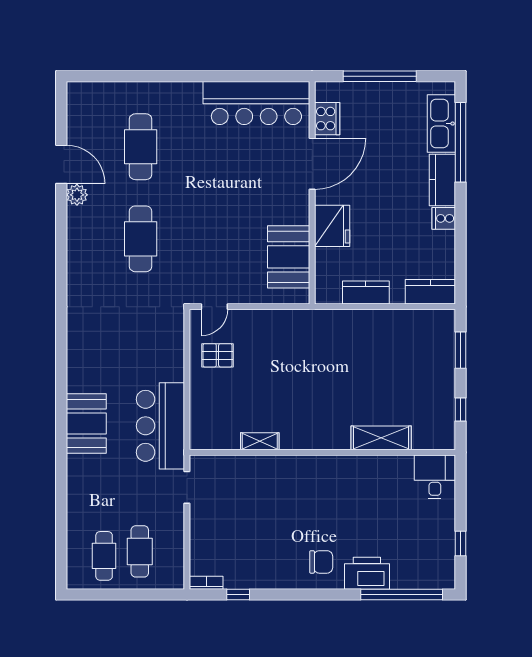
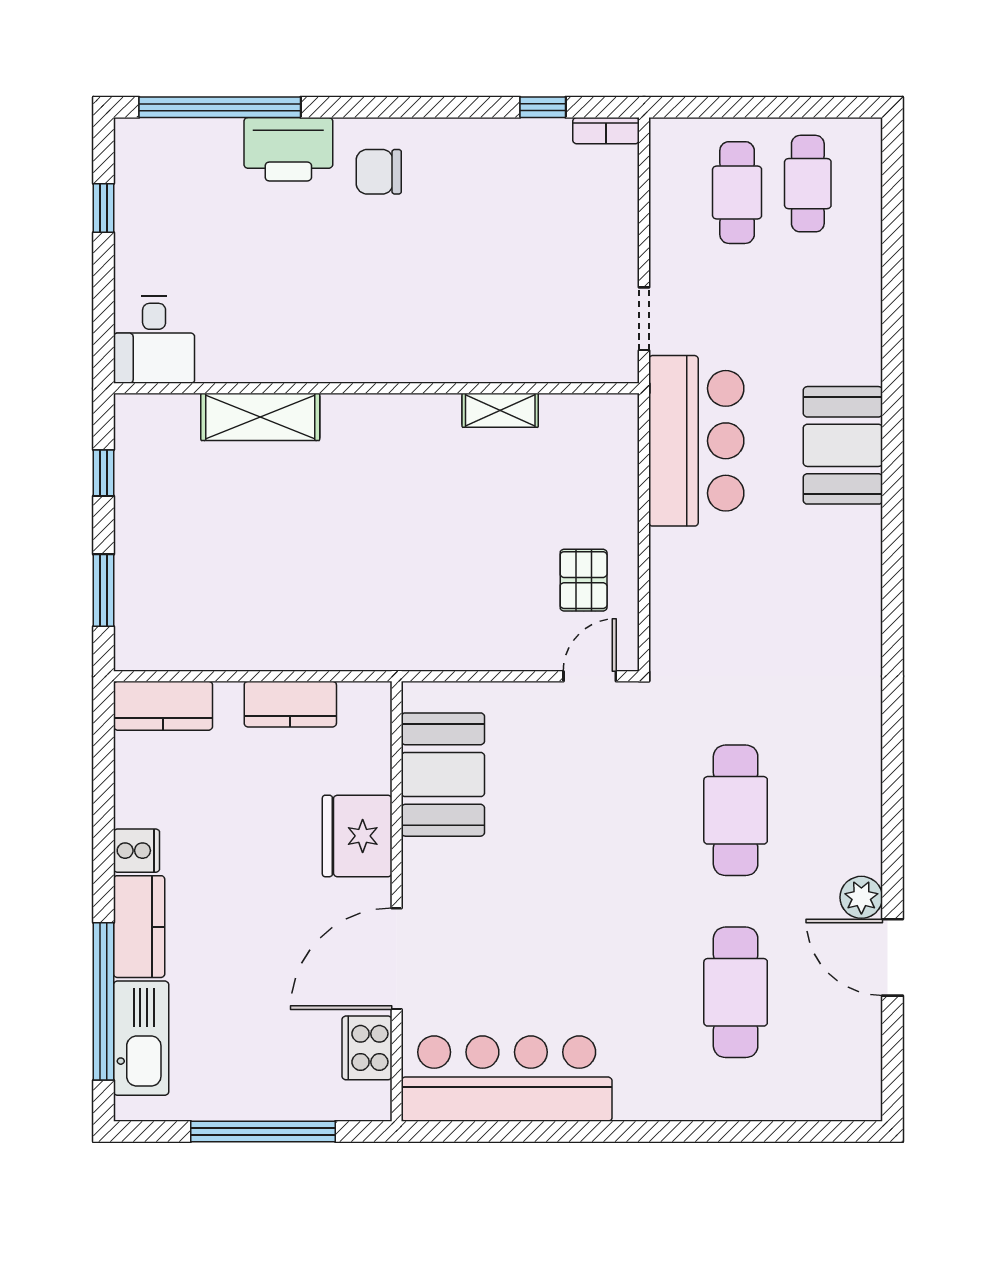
pallet: (217, 355) -> (584, 580), turned 90

